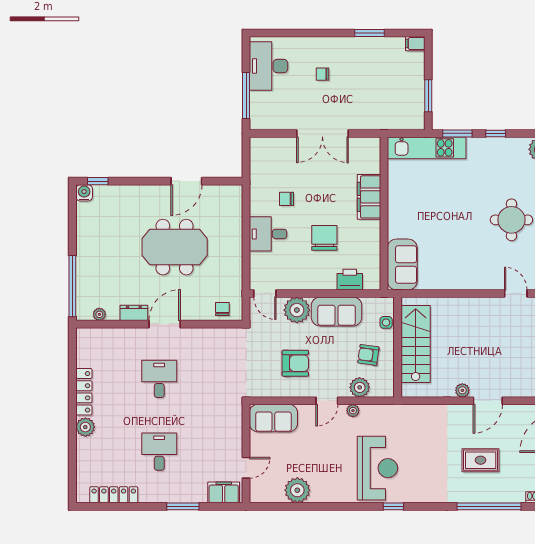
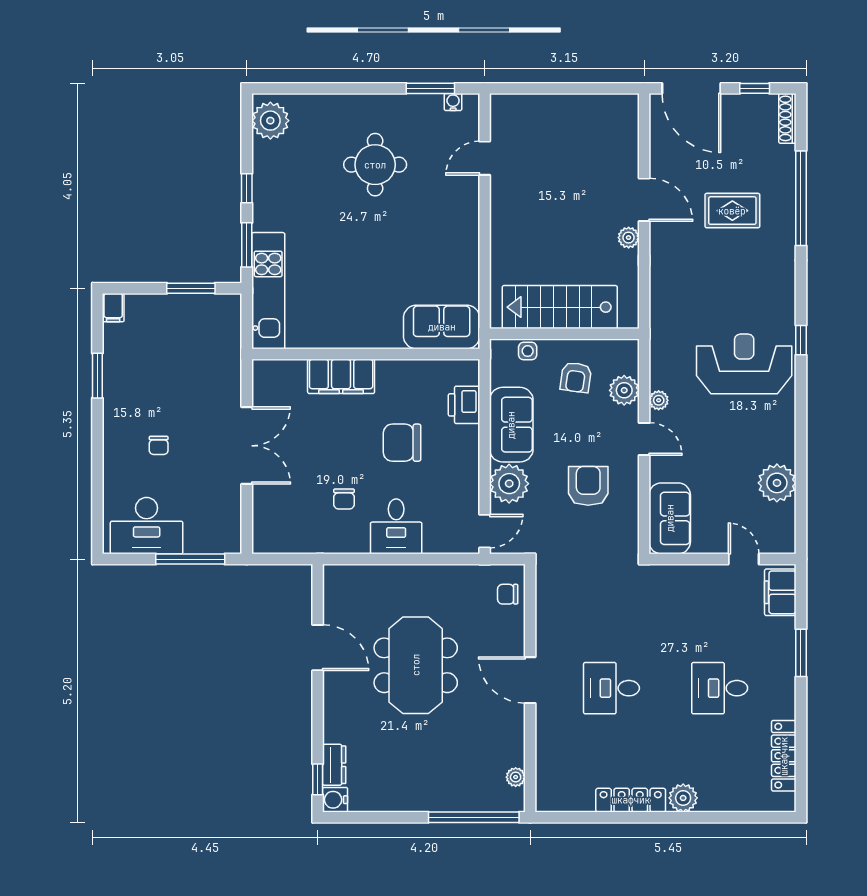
dresser: (134, 313) -> (334, 765), moved, turned 180
rug: (481, 460) -> (732, 211), turned 90

